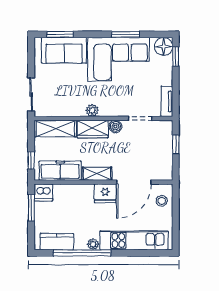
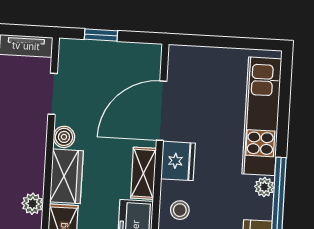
plant: (92, 110) -> (32, 204), moved
door: (134, 182) -> (162, 111), swing flipped
stool: (162, 201) -> (180, 210), moved

